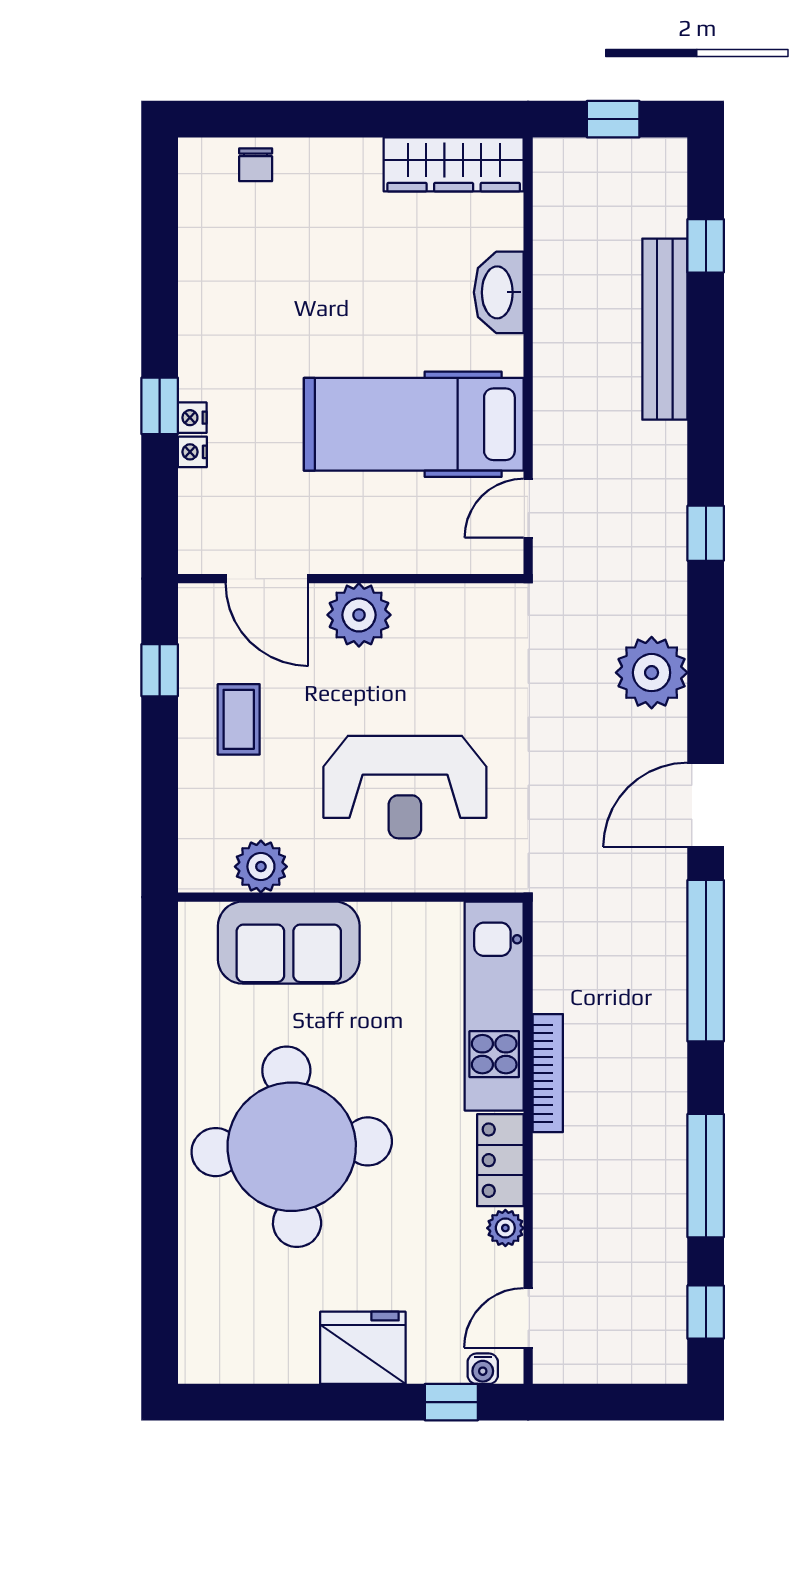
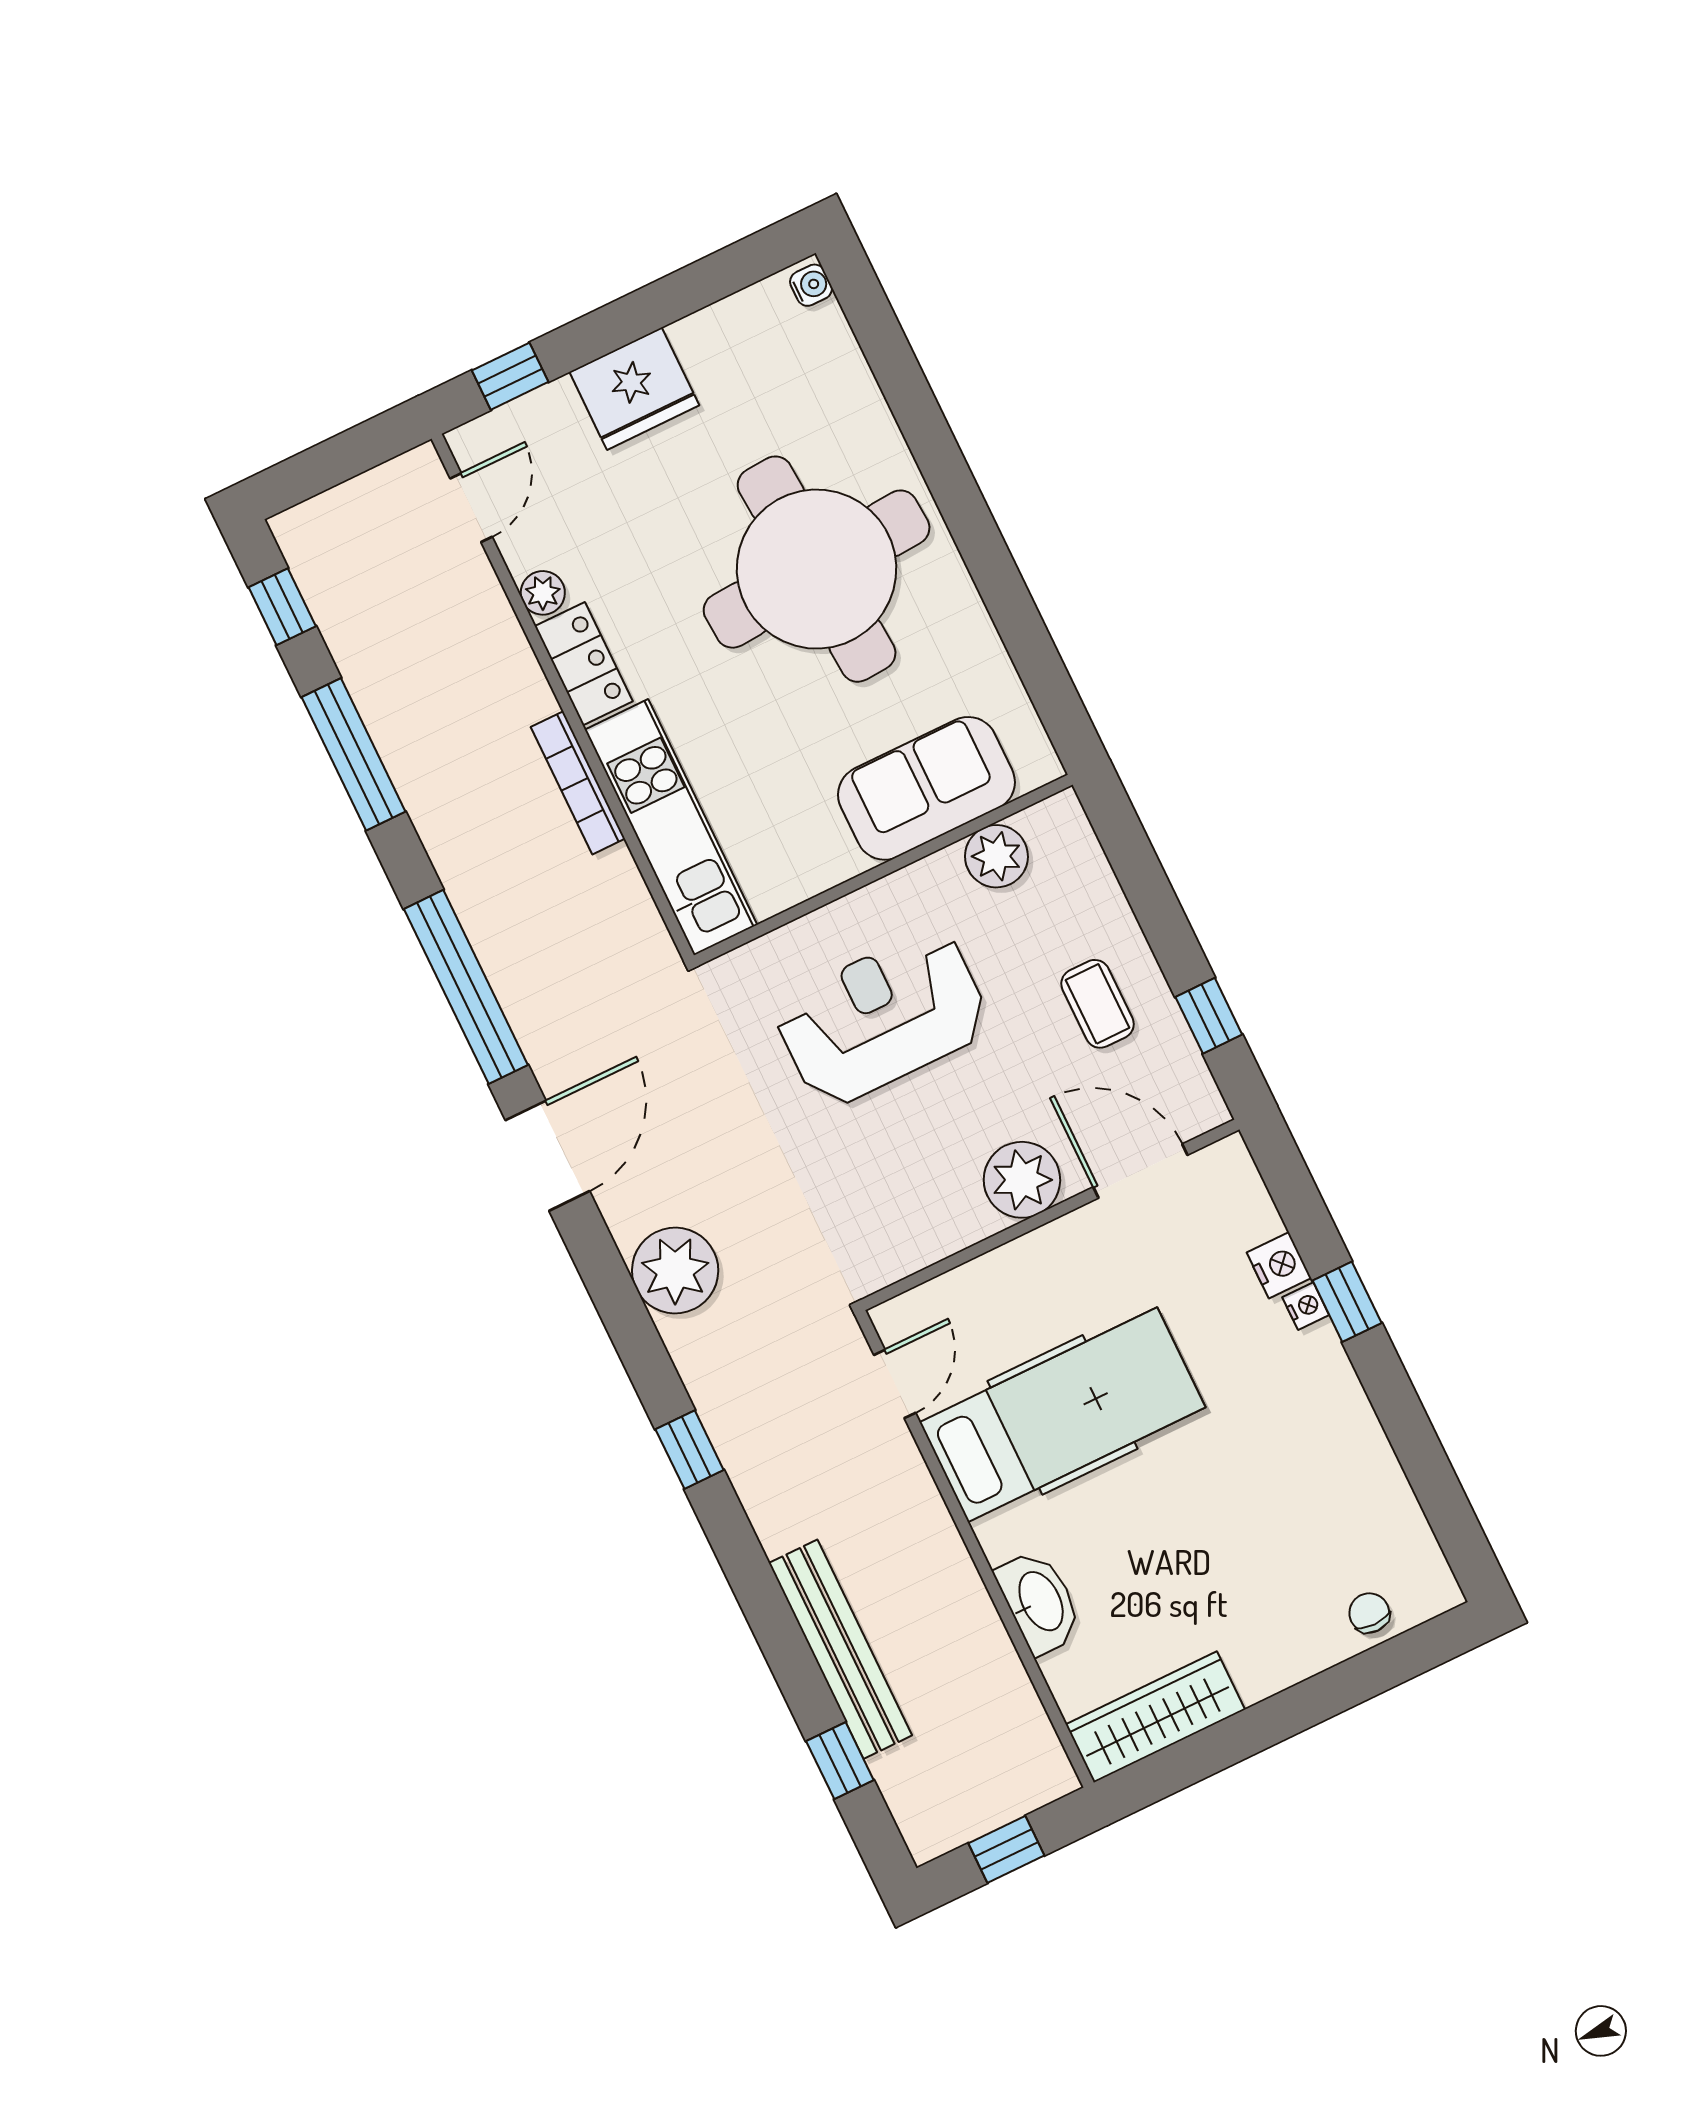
nightstand: (192, 452) -> (1279, 1265), width x1.39, depth x1.35
water cooler: (483, 1369) -> (811, 285), moved, turned 90

